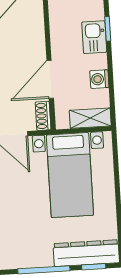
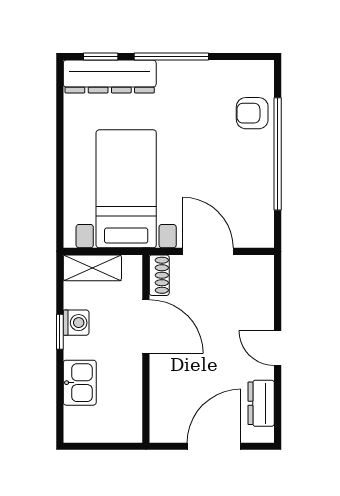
window: (108, 29) -> (60, 332), moved
door: (50, 79) -> (146, 327), hinge flipped

